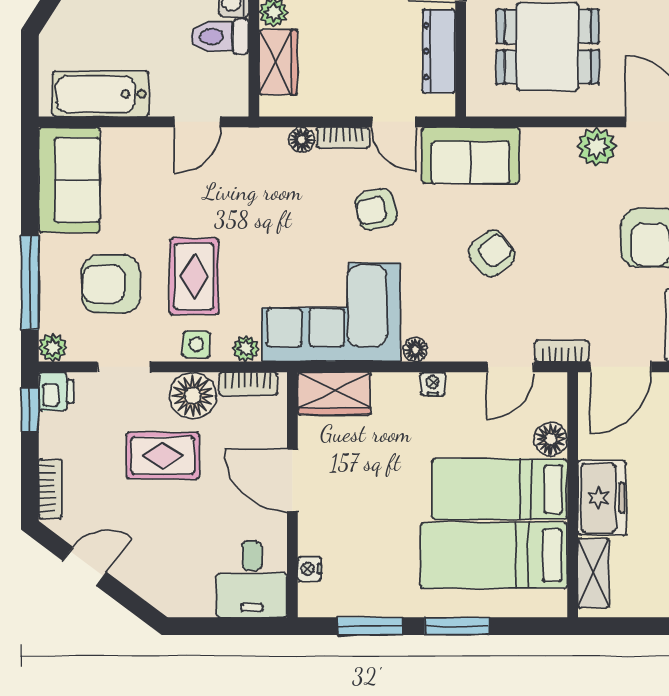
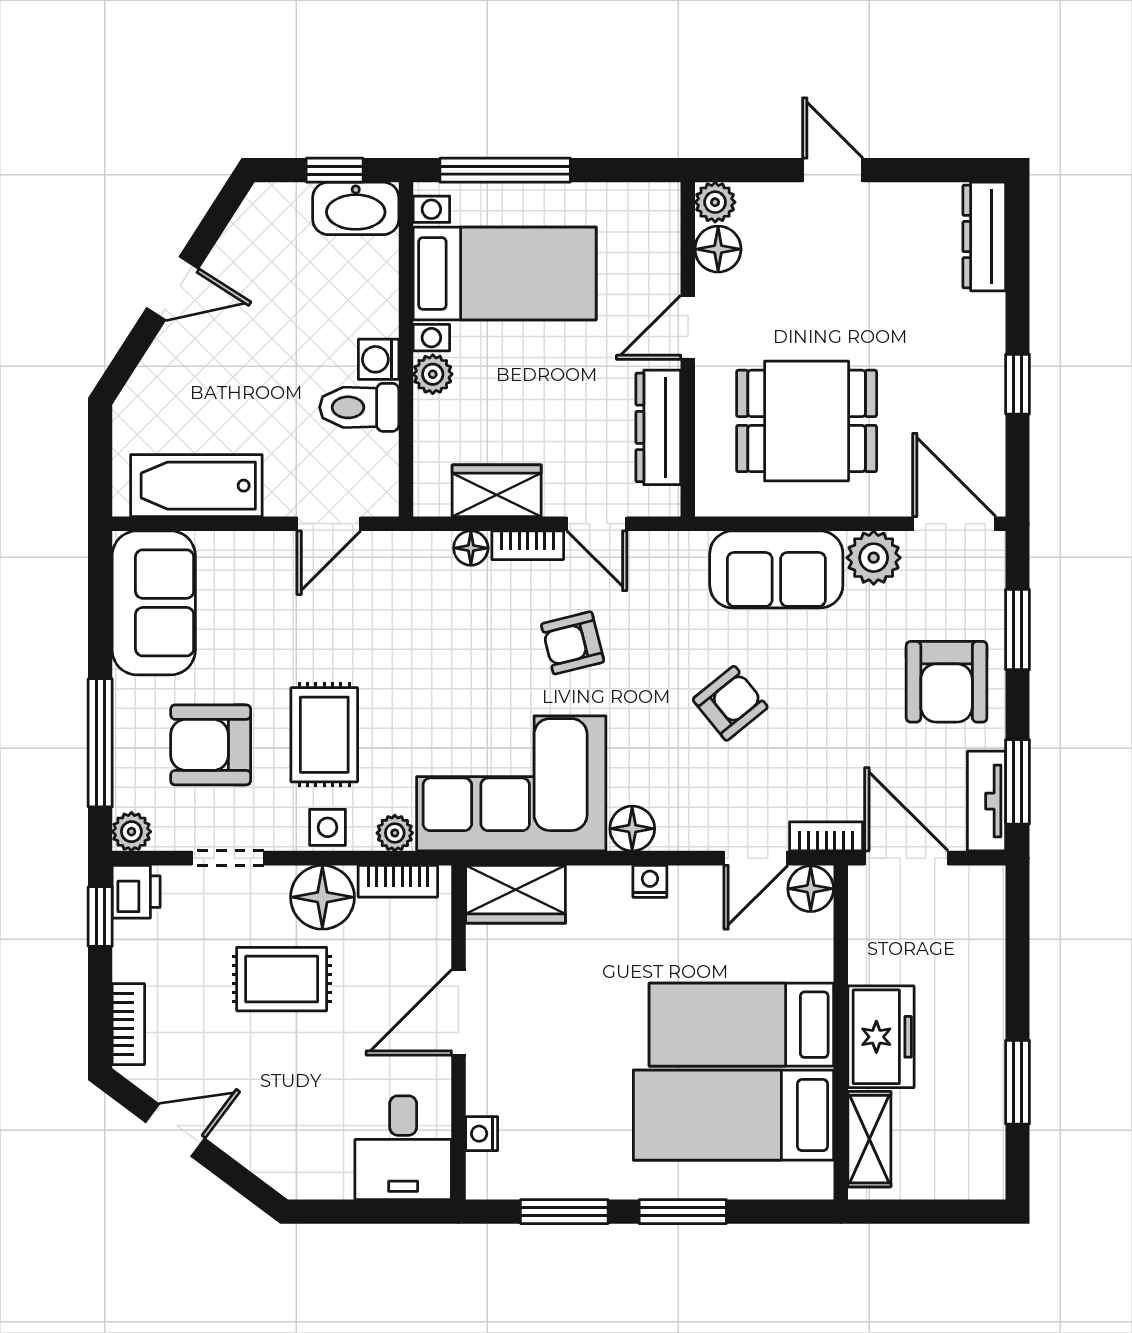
wardrobe: (278, 62) -> (497, 491), moved, turned -90
sofa: (471, 155) -> (776, 569), moved
floor lamp: (415, 350) -> (632, 829), width x1.37, depth x1.37
door: (621, 367) -> (906, 858), swing flipped
floor lamp: (551, 439) -> (811, 889), moved
door: (292, 480) -> (458, 1013), hinge flipped

